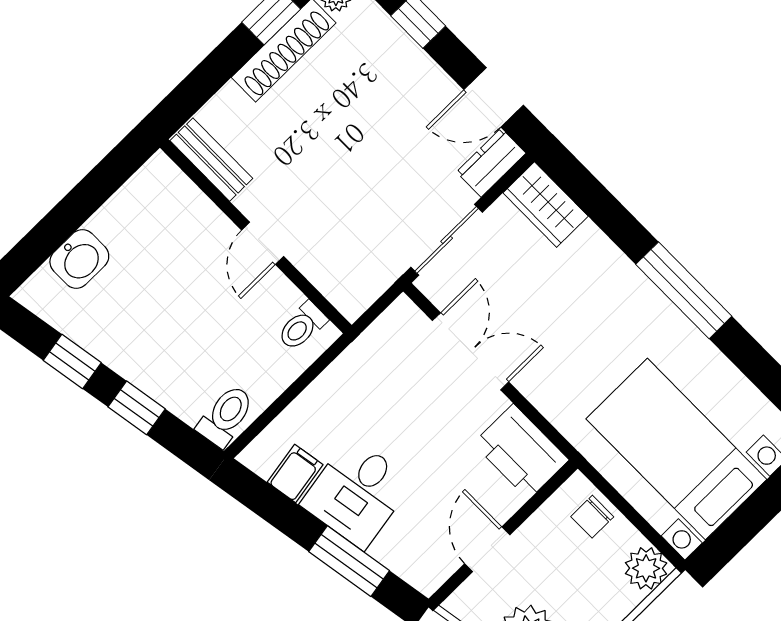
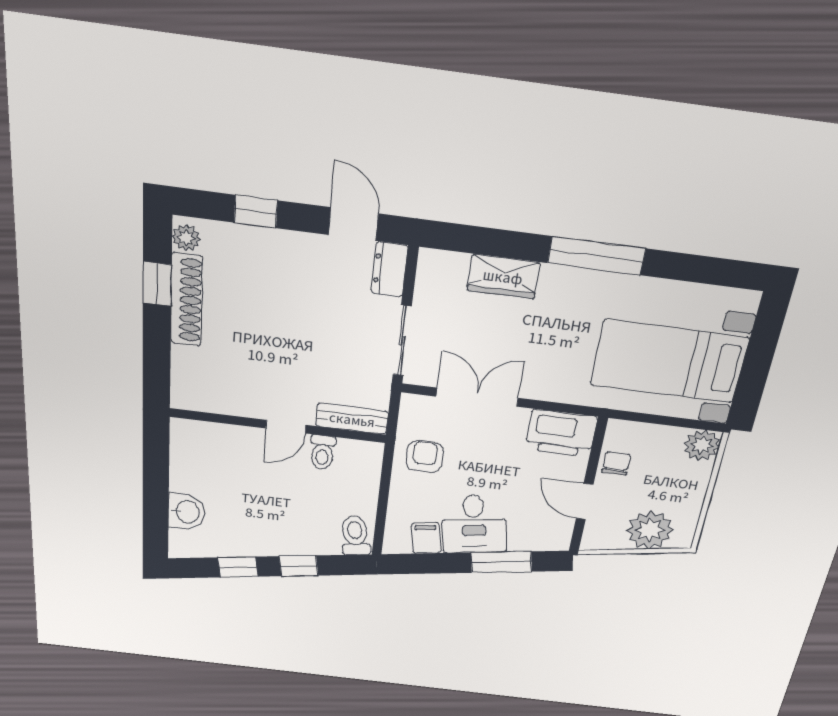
door: (494, 97) -> (353, 224), swing flipped
bench: (211, 160) -> (352, 419), moved
wardrobe: (546, 205) -> (503, 276), moved
door: (263, 243) -> (286, 427), hinge flipped
toilet: (302, 326) -> (322, 453), moved
armchair: (369, 378) -> (425, 457), added
chair: (592, 517) -> (616, 463), moved, turned 180

